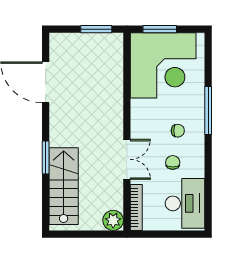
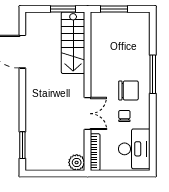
corner desk: (163, 65) -> (117, 38), removed
chair: (178, 131) -> (128, 90), width x1.87, depth x1.87
window: (46, 158) -> (22, 145), moved
stairs: (64, 186) -> (73, 43), moved, turned 180

